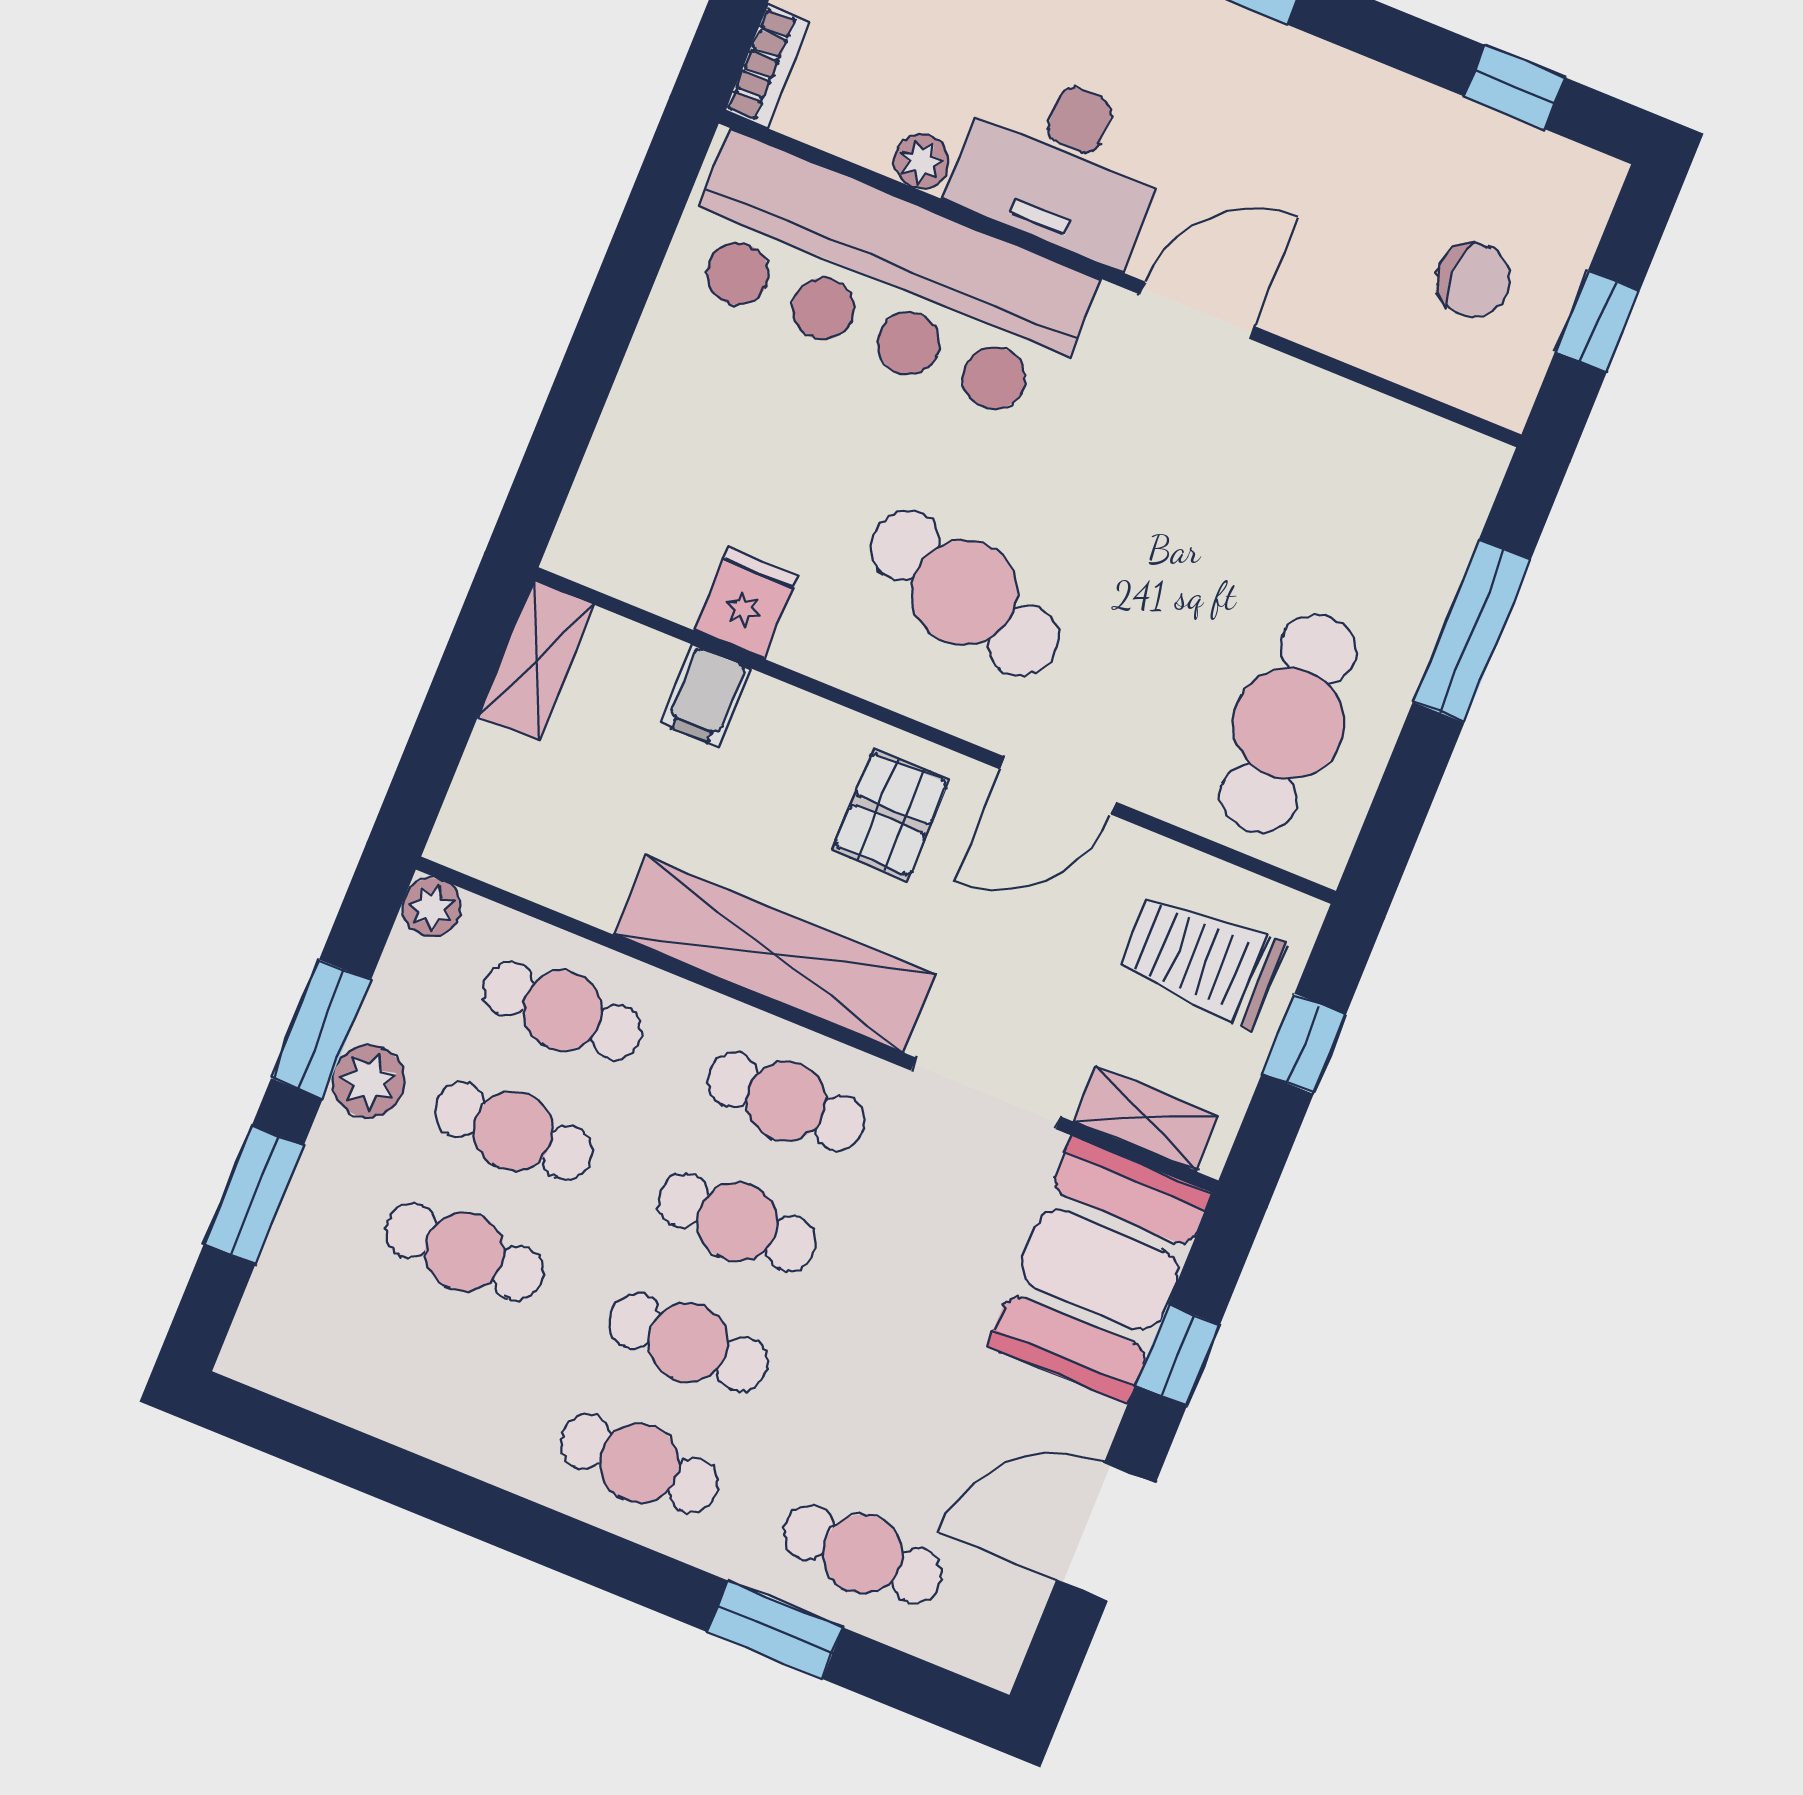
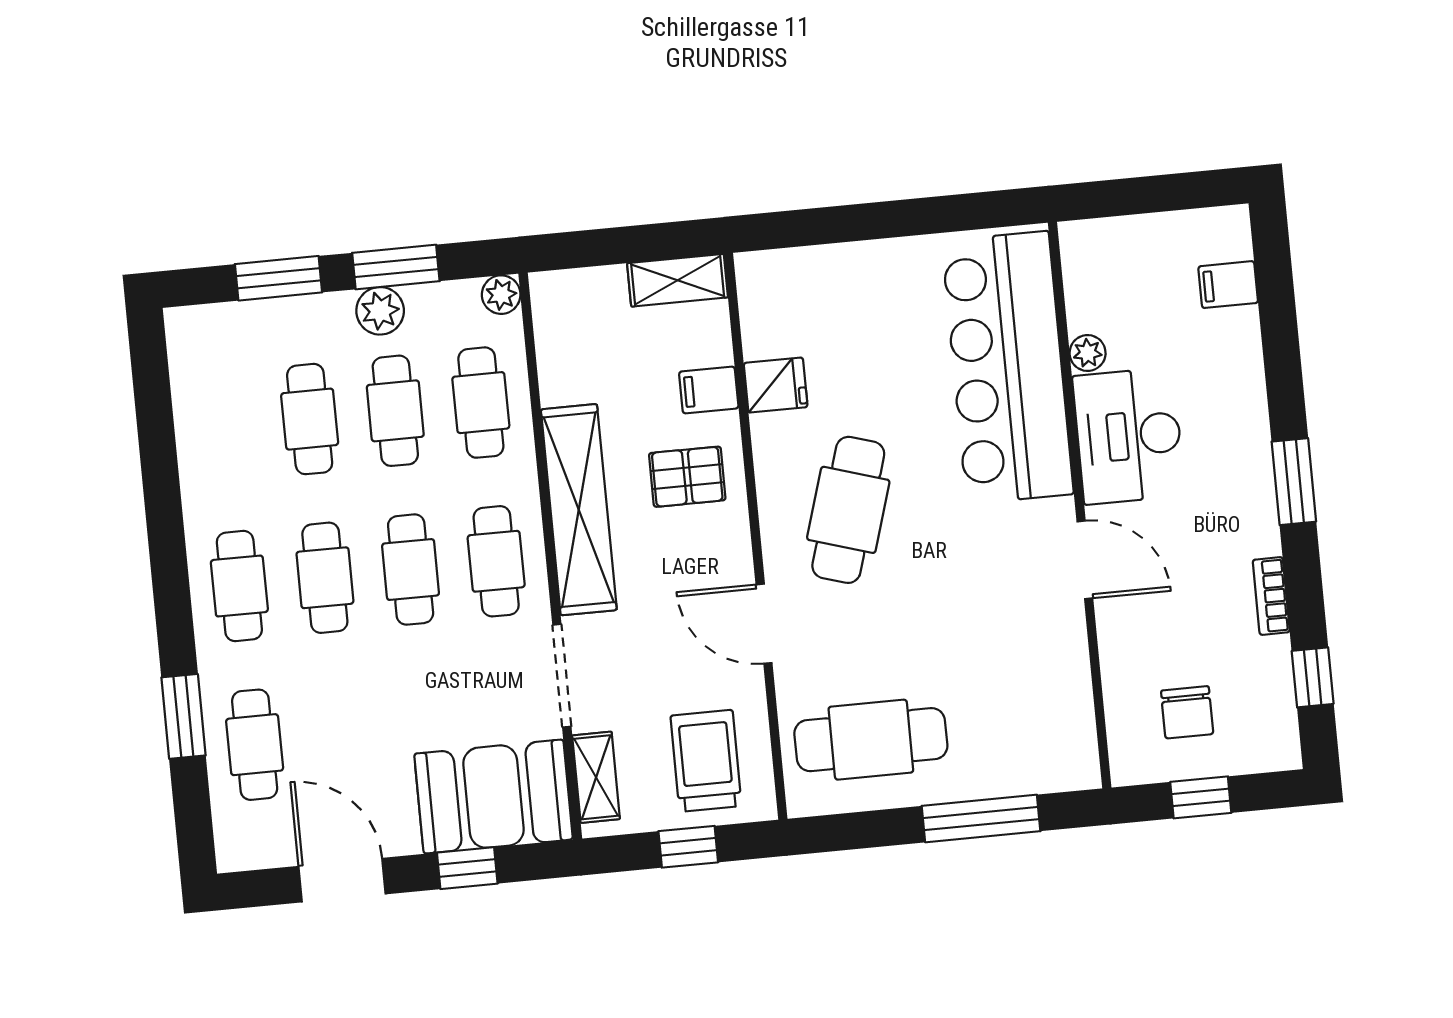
bookcase: (767, 66) -> (1271, 596), moved, turned 90
pallet: (891, 814) -> (687, 477), moved

